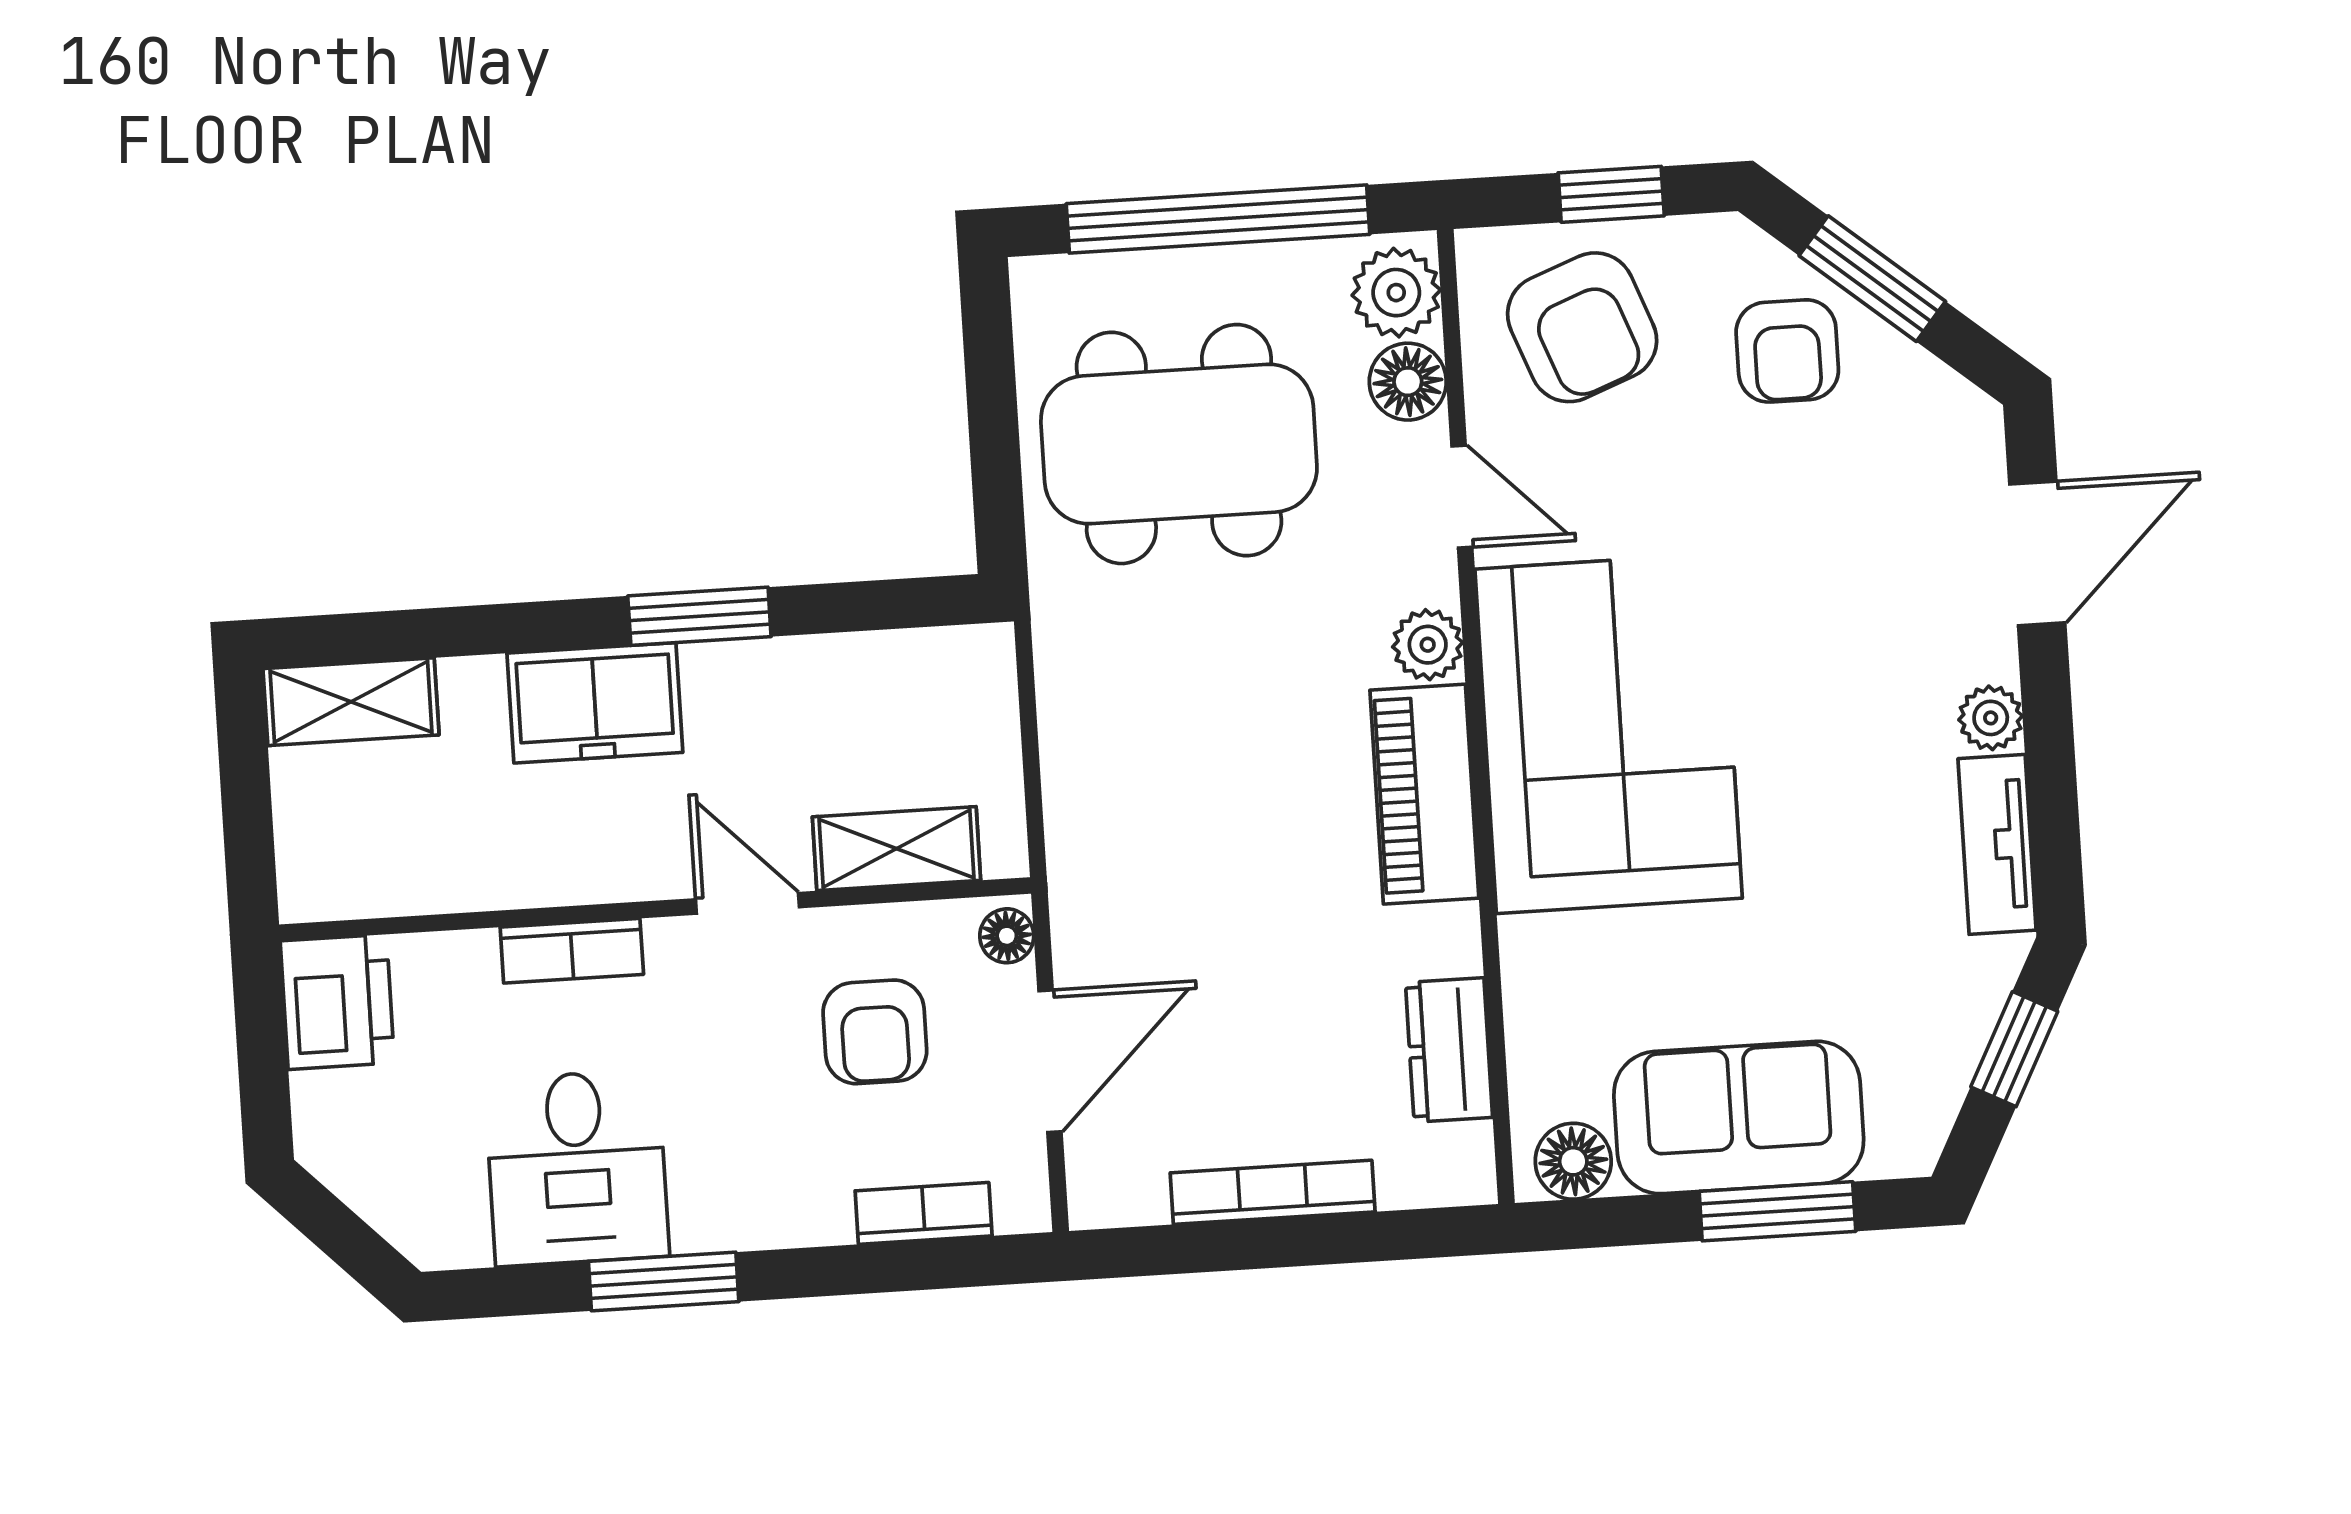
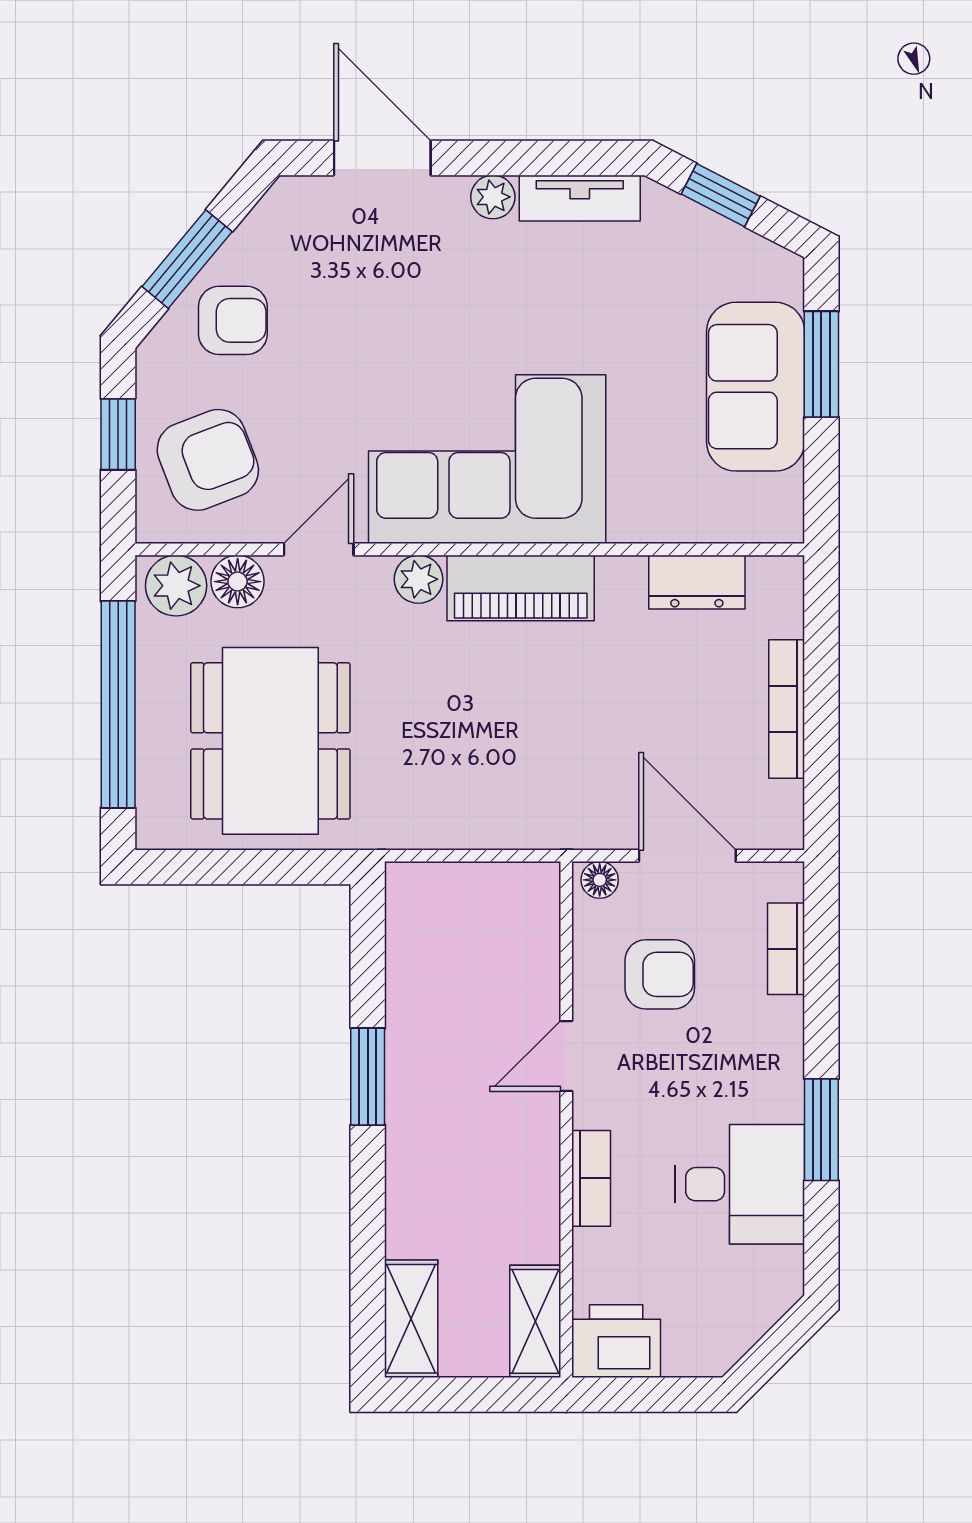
freezer: (595, 703) -> (422, 1152), removed
shelving: (897, 849) -> (535, 1321), moved
floor lamp: (1573, 1161) -> (778, 502), removed

